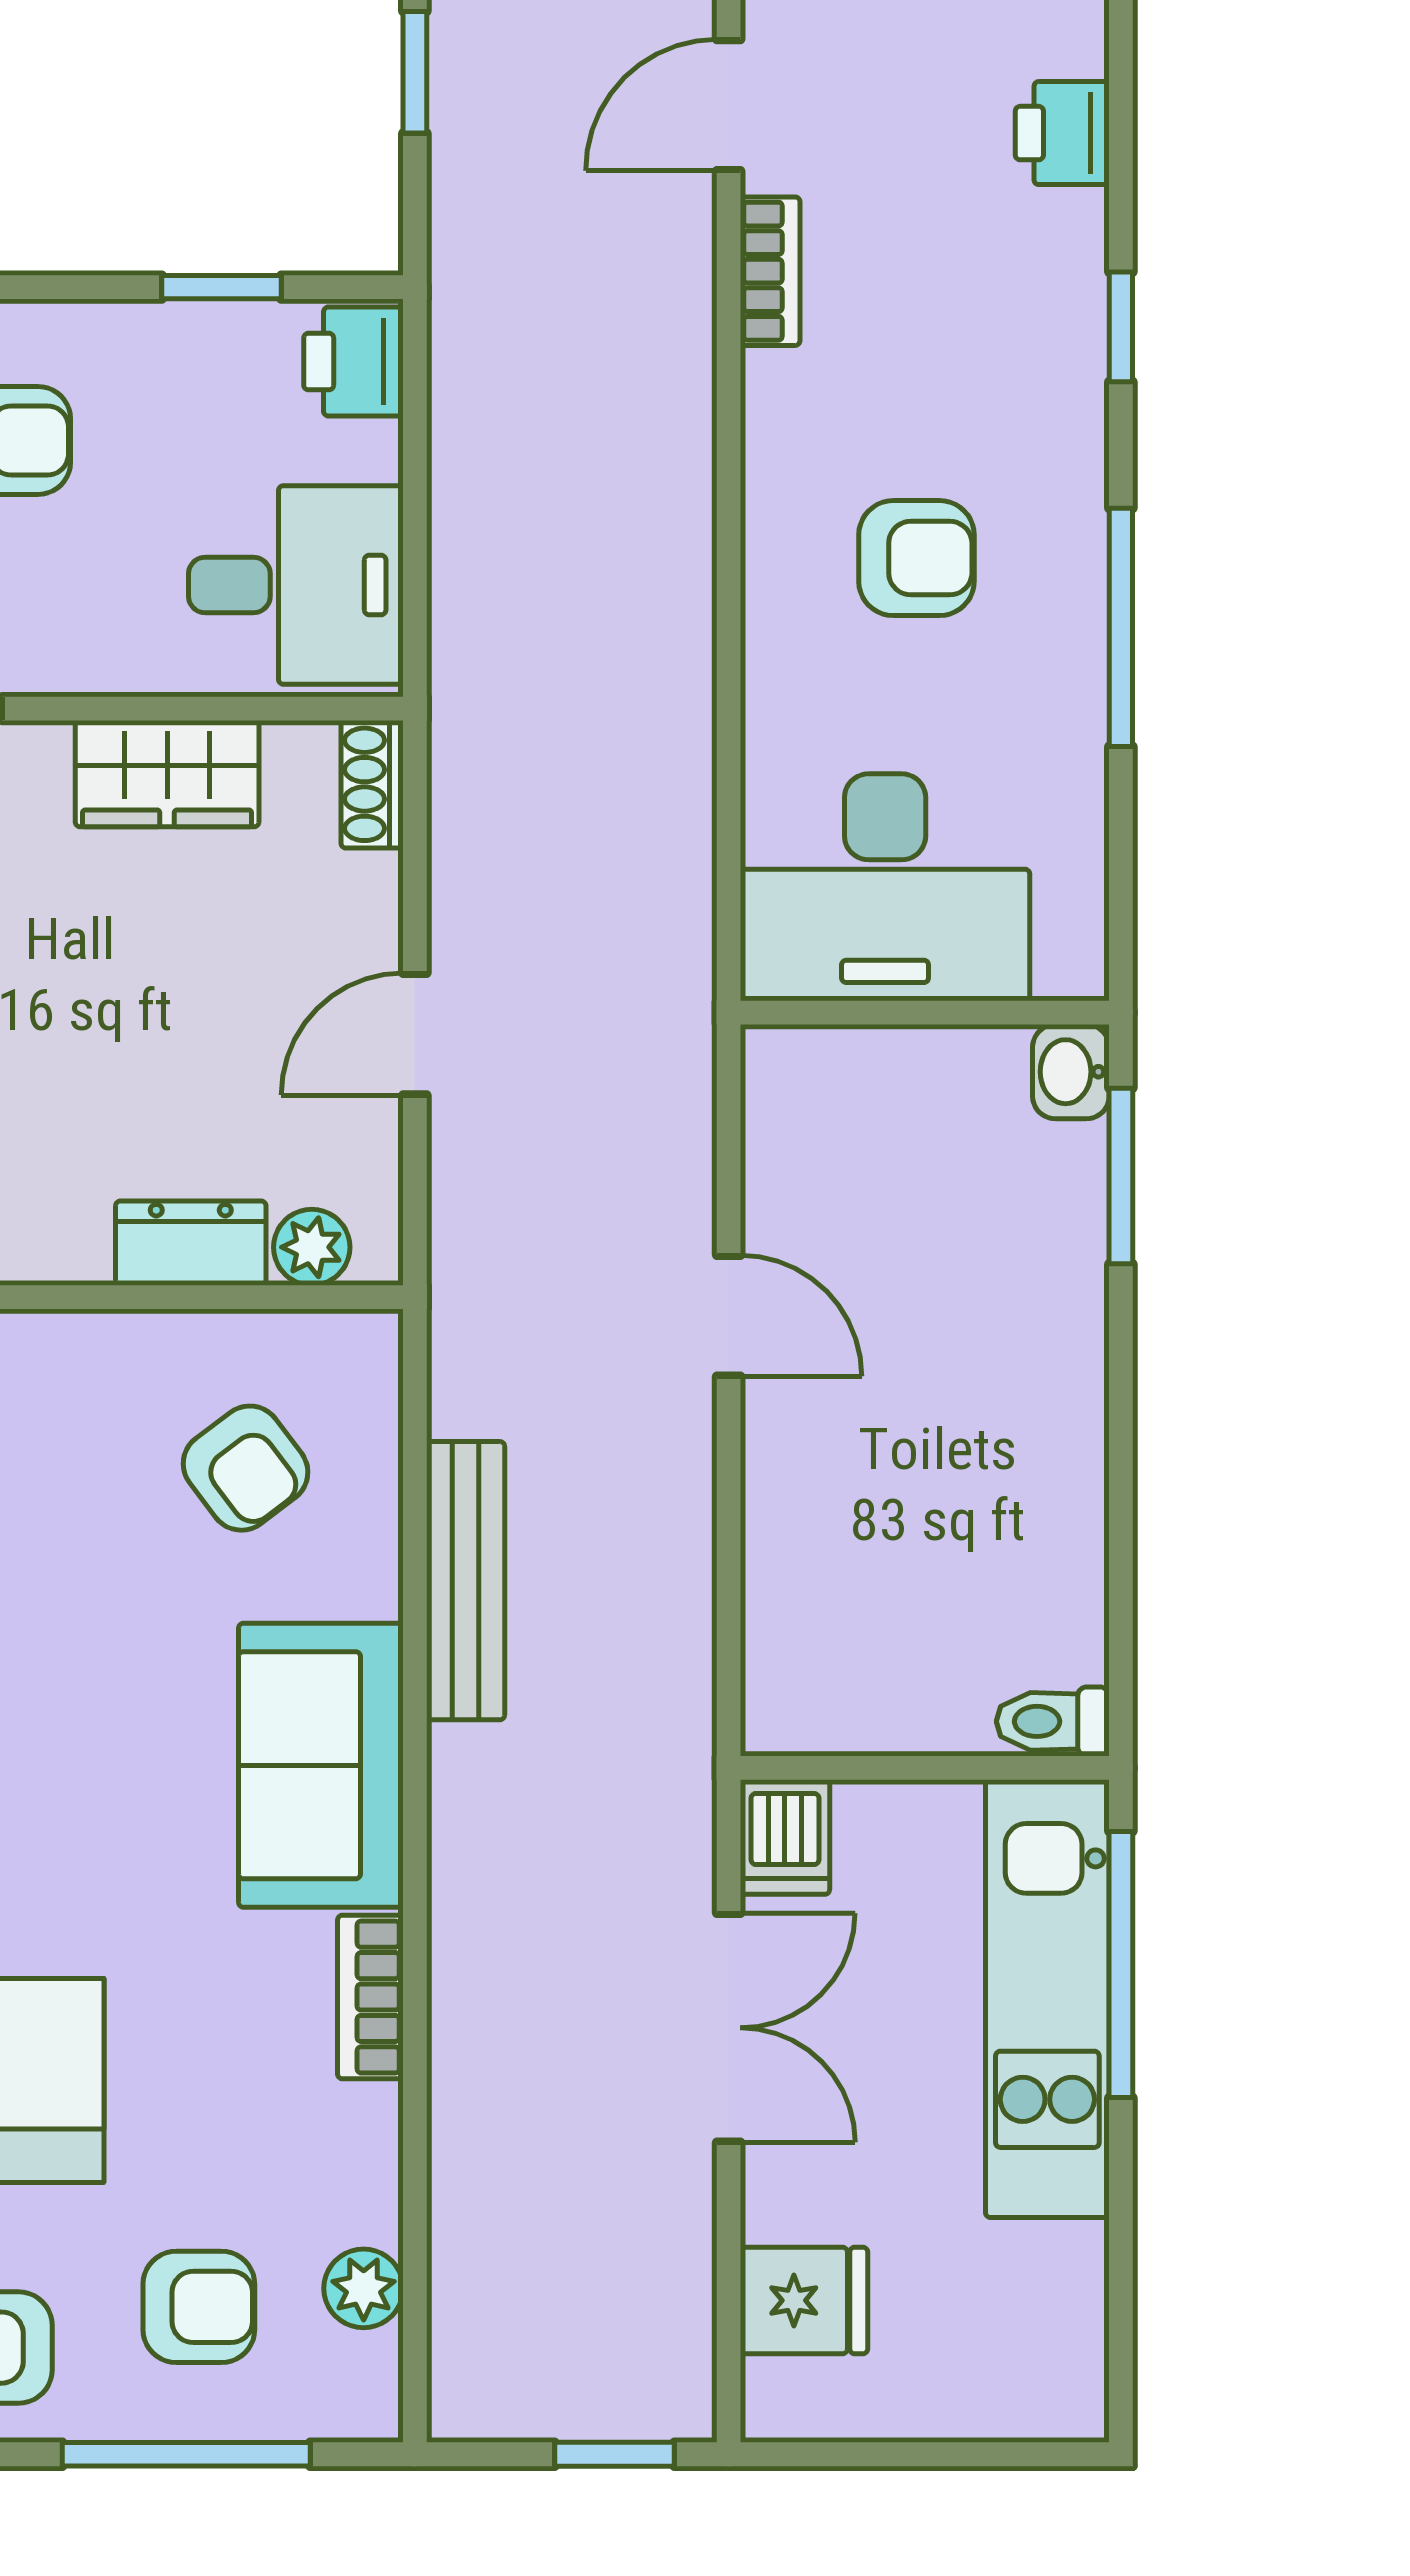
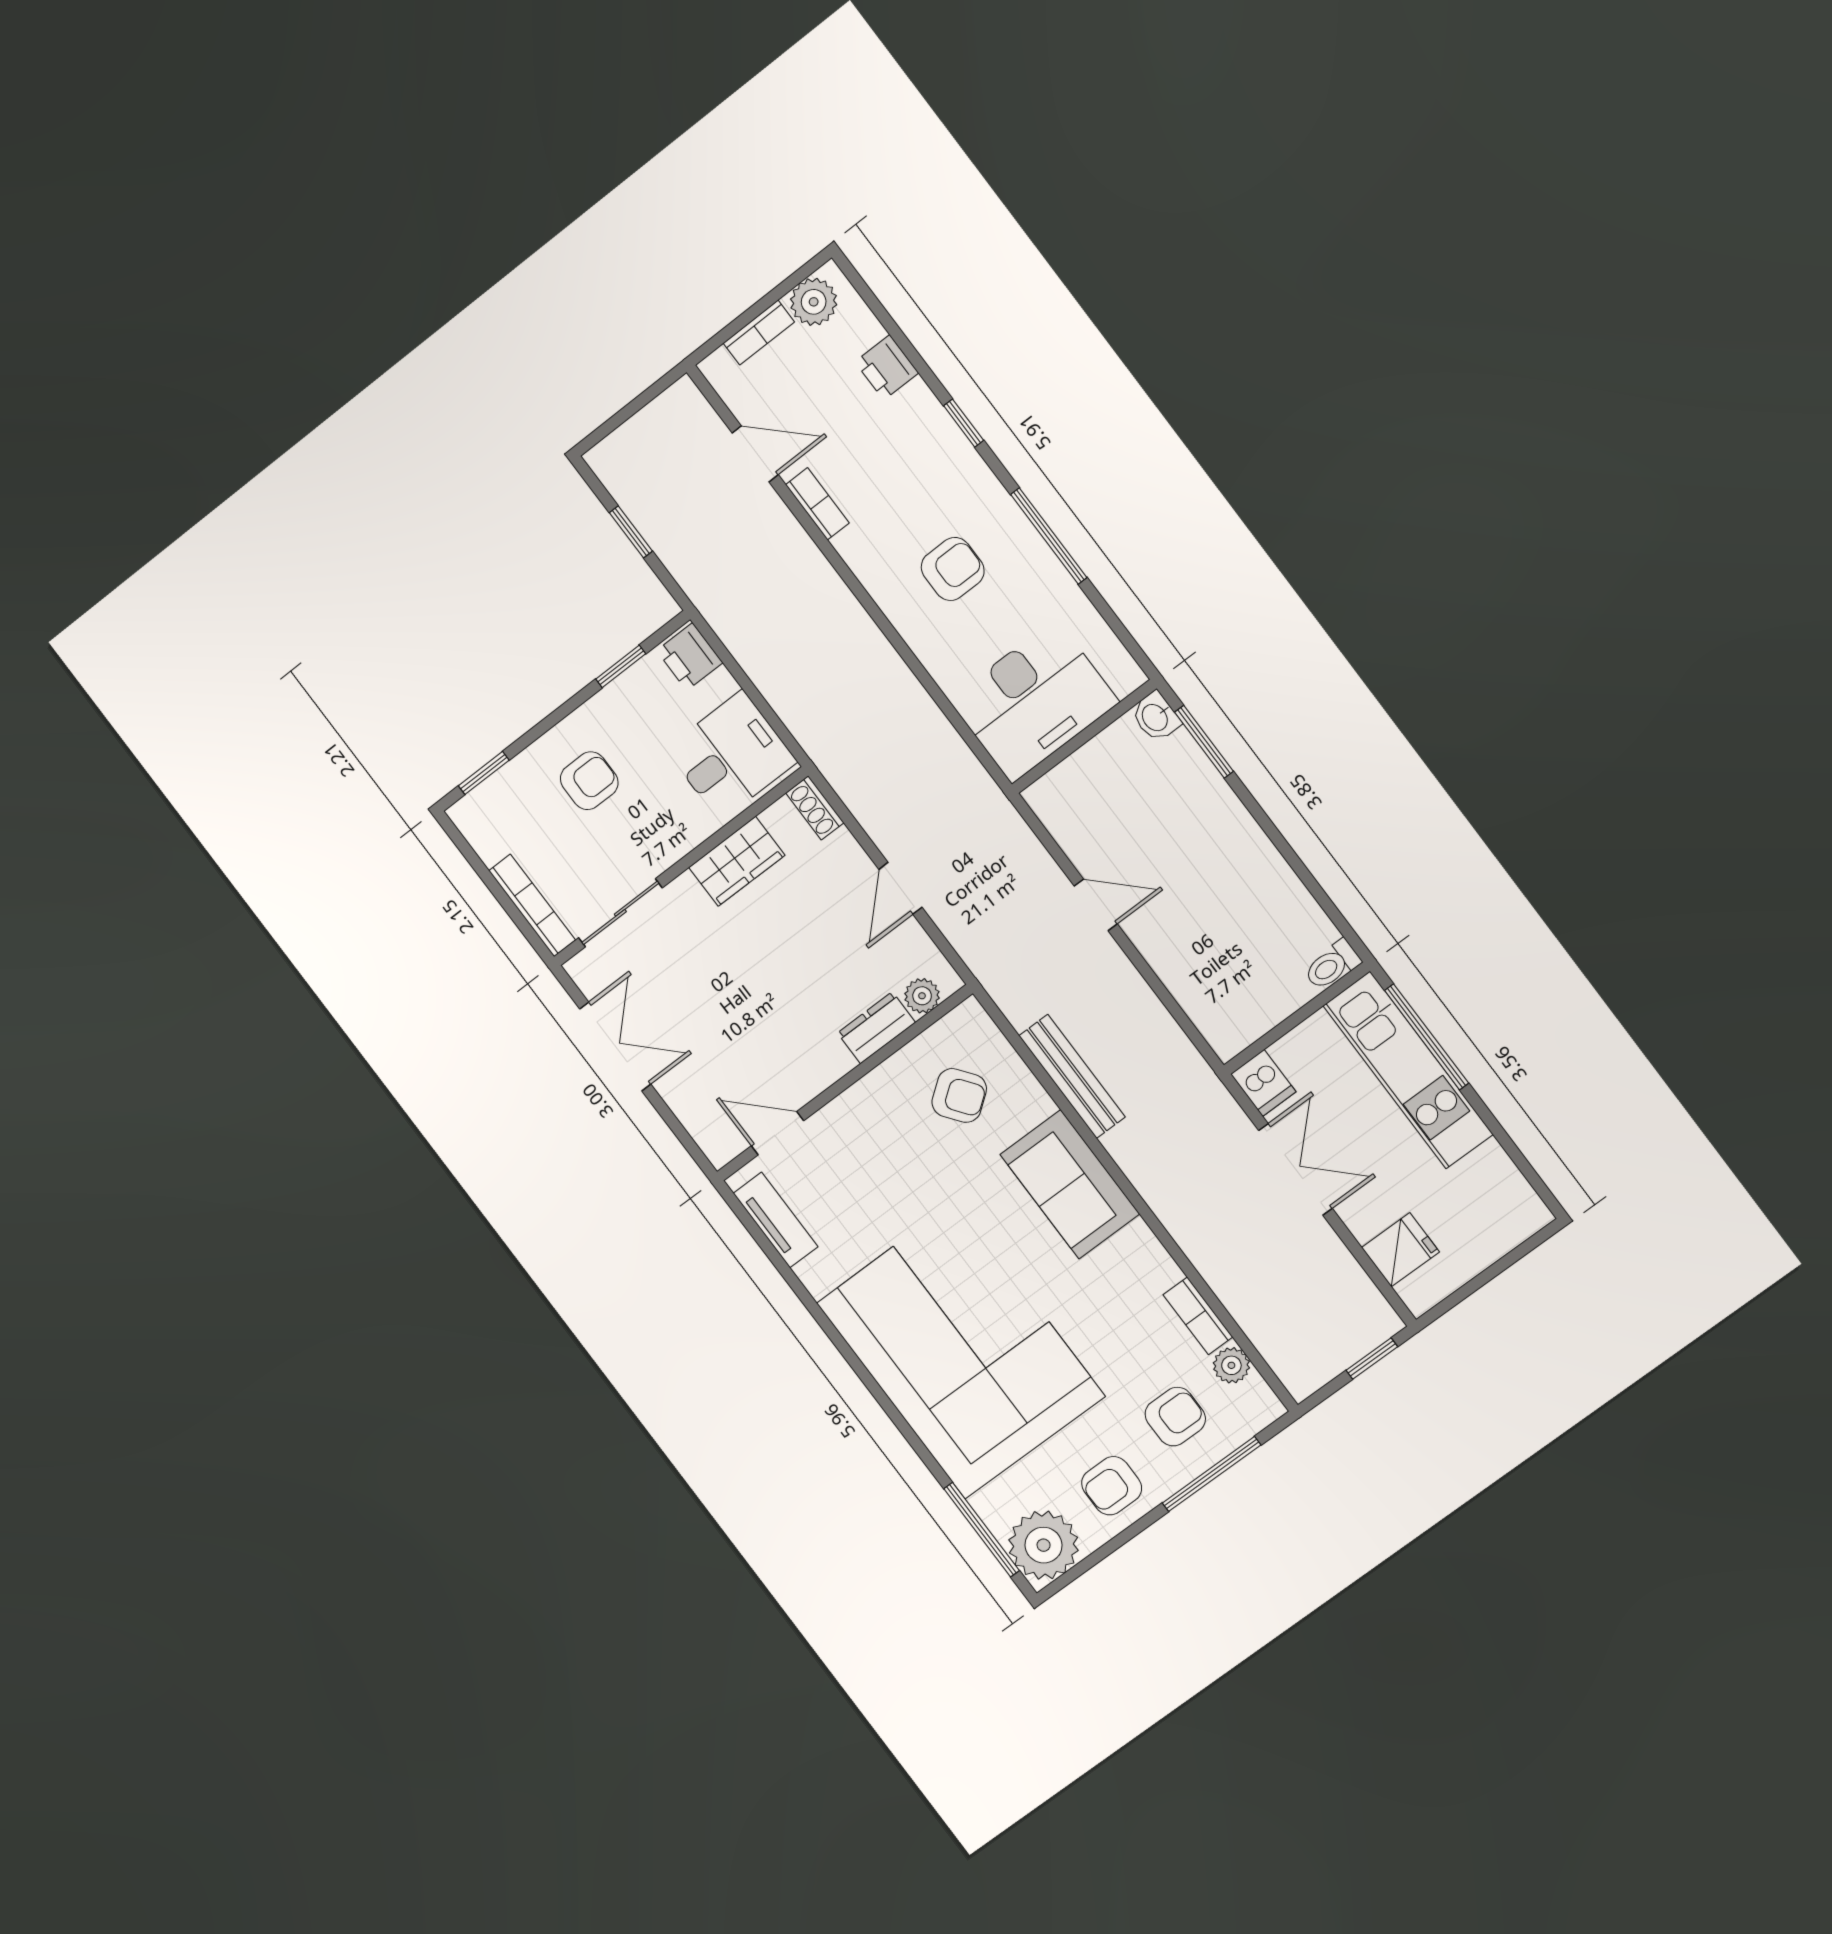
door: (729, 105) -> (755, 454), swing flipped
bookcase: (370, 1997) -> (1198, 1316), moved

